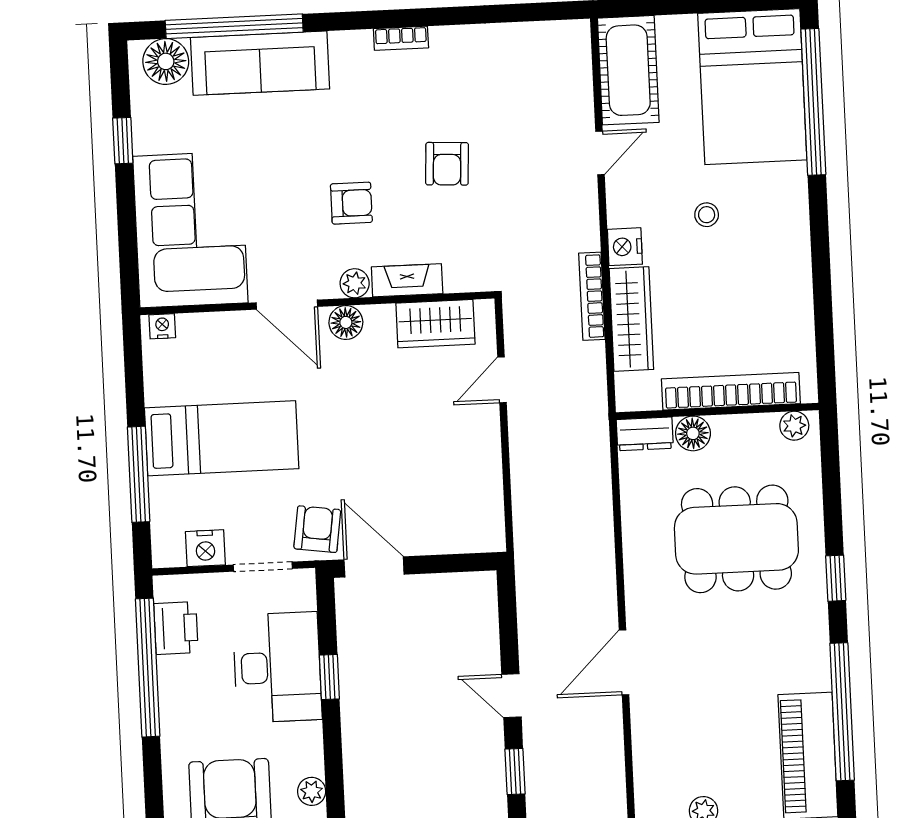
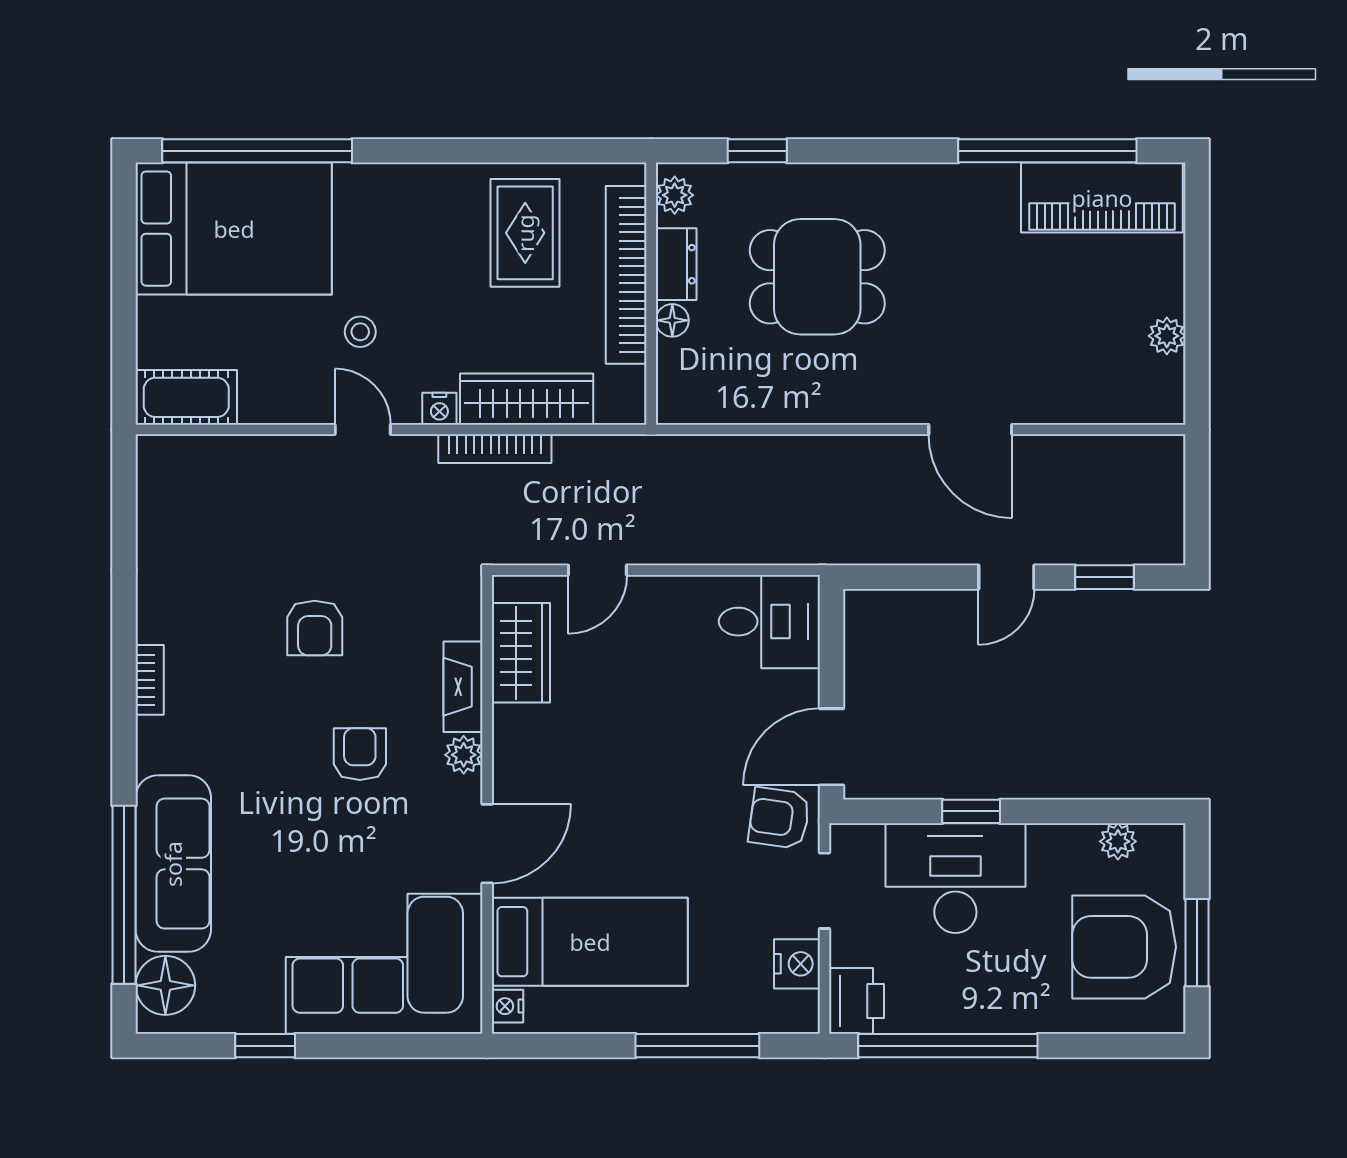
cot: (628, 70) -> (186, 397), width x0.73, depth x0.75
door: (600, 153) -> (363, 430), moved
armchair: (447, 164) -> (315, 628), turned 87
stool: (707, 215) -> (360, 332), moved
nightstand: (625, 247) -> (439, 409), width x0.72, depth x0.74
rug: (760, 312) -> (525, 233), added
floor lamp: (346, 322) -> (514, 768), removed
door: (502, 380) -> (597, 570), hinge flipped
floor lamp: (693, 433) -> (672, 320), width x0.73, depth x0.73
dresser: (645, 434) -> (676, 264), moved
bed: (222, 438) -> (590, 942), moved, turned 90
desk: (469, 514) -> (769, 622), added
dining table: (736, 539) -> (817, 277), width x0.73
window: (836, 578) -> (757, 151), moved
printer: (176, 628) -> (856, 1001), moved, turned 90

